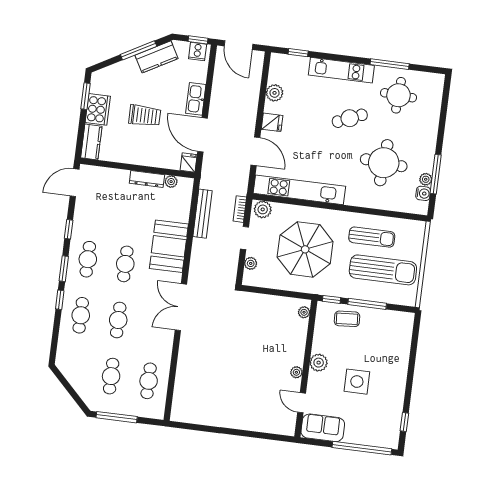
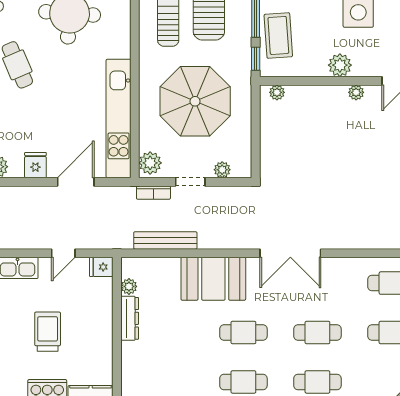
door: (203, 135) -> (63, 253), width x0.53
coffee table: (347, 319) -> (278, 35), width x1.36, depth x1.30

